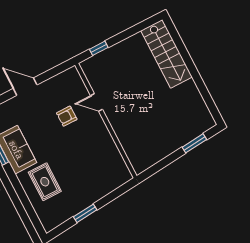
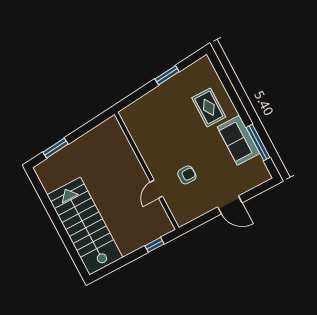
stairs: (167, 54) -> (85, 226), width x1.36, depth x1.51
door: (97, 103) -> (156, 189), swing flipped

